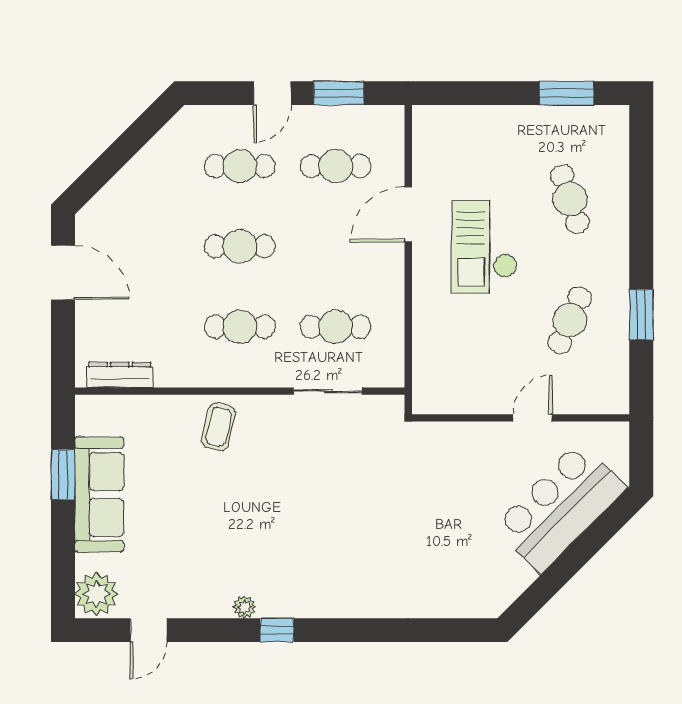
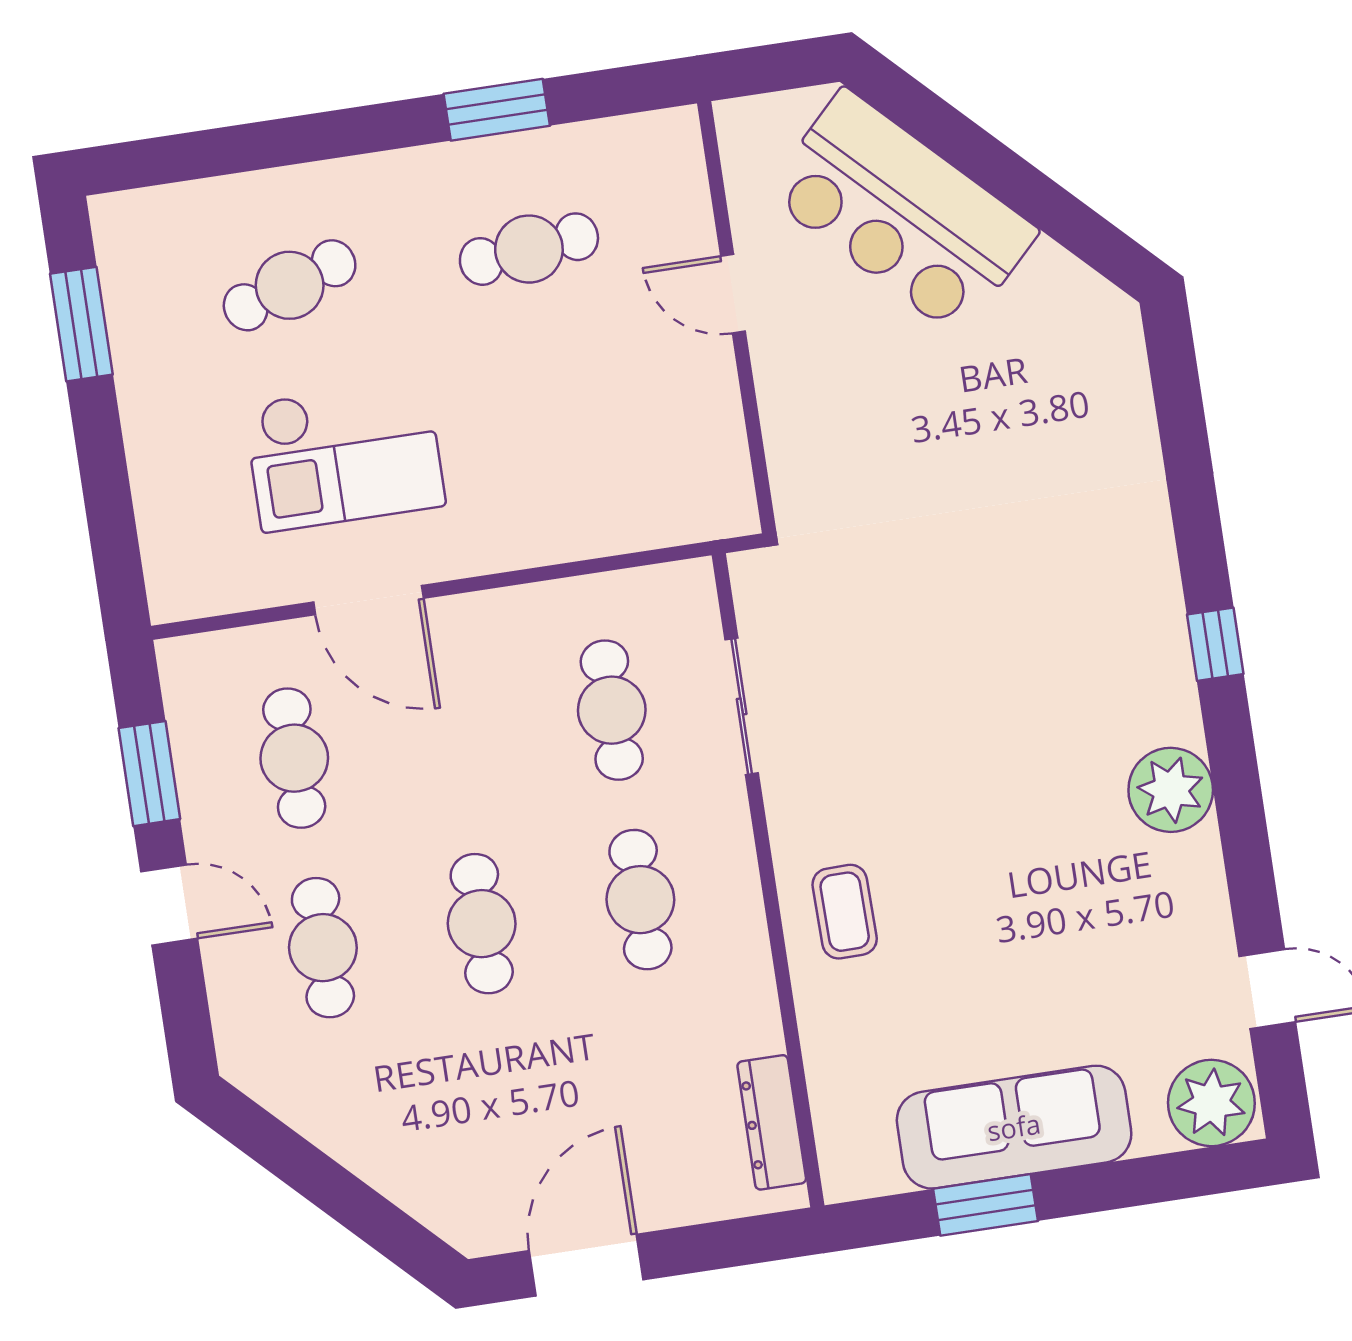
checkout: (484, 247) -> (344, 455), moved
cafe table: (570, 320) -> (529, 249), turned -30
coffee table: (218, 427) -> (845, 912), turned 76
plant: (245, 607) -> (1171, 790), width x1.88, depth x1.88
window: (277, 630) -> (1215, 644), moved

